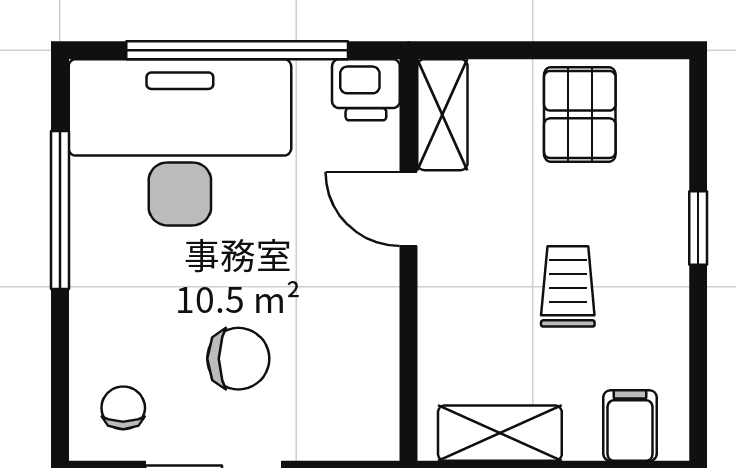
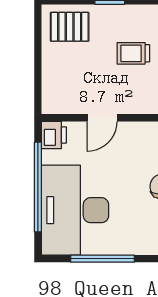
pallet: (580, 114) -> (70, 27), moved
shelving: (442, 115) -> (64, 104), removed

